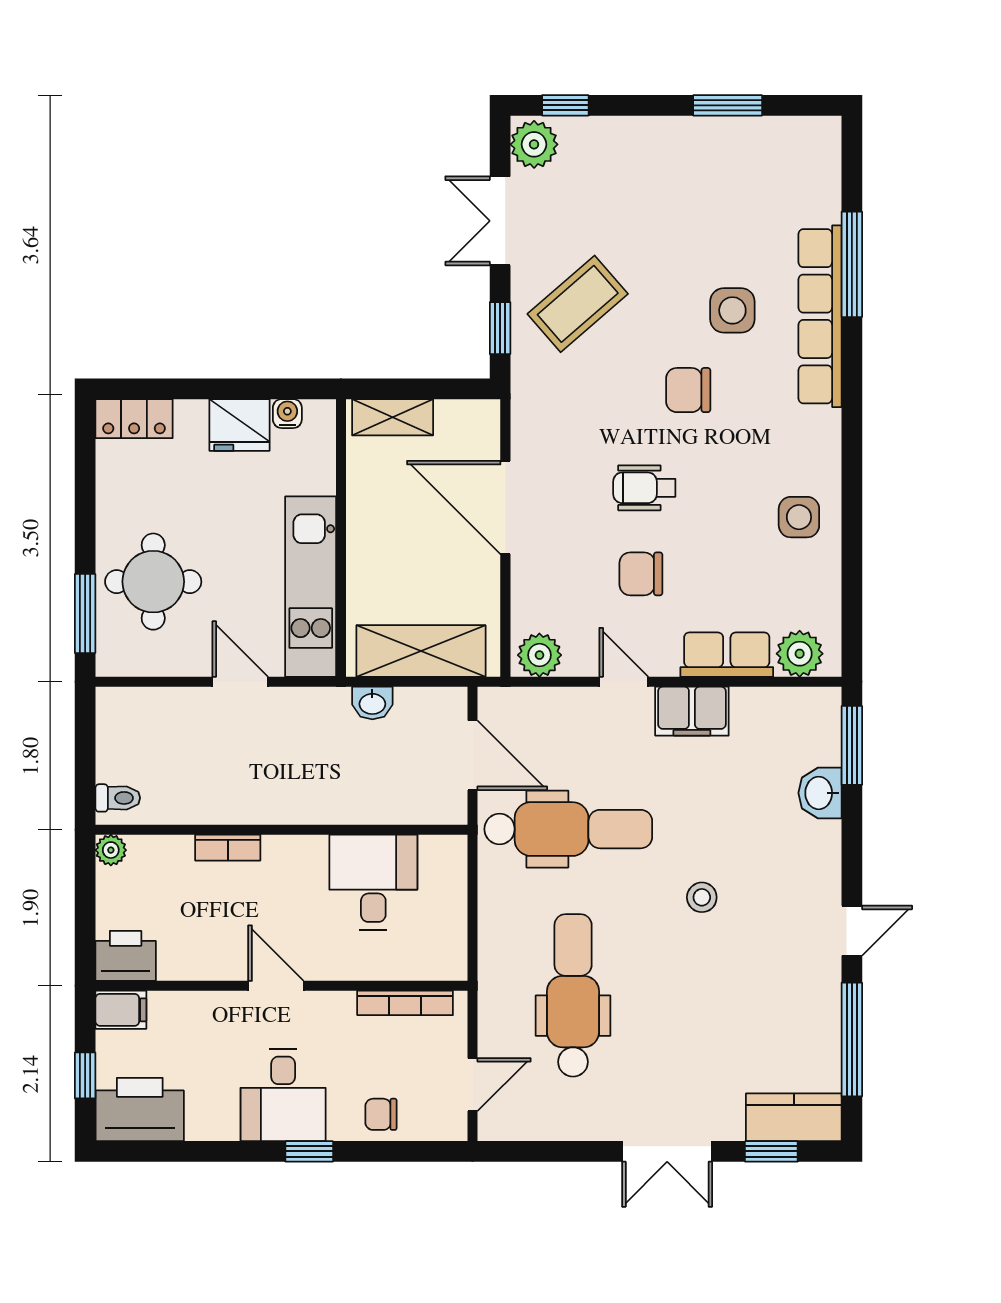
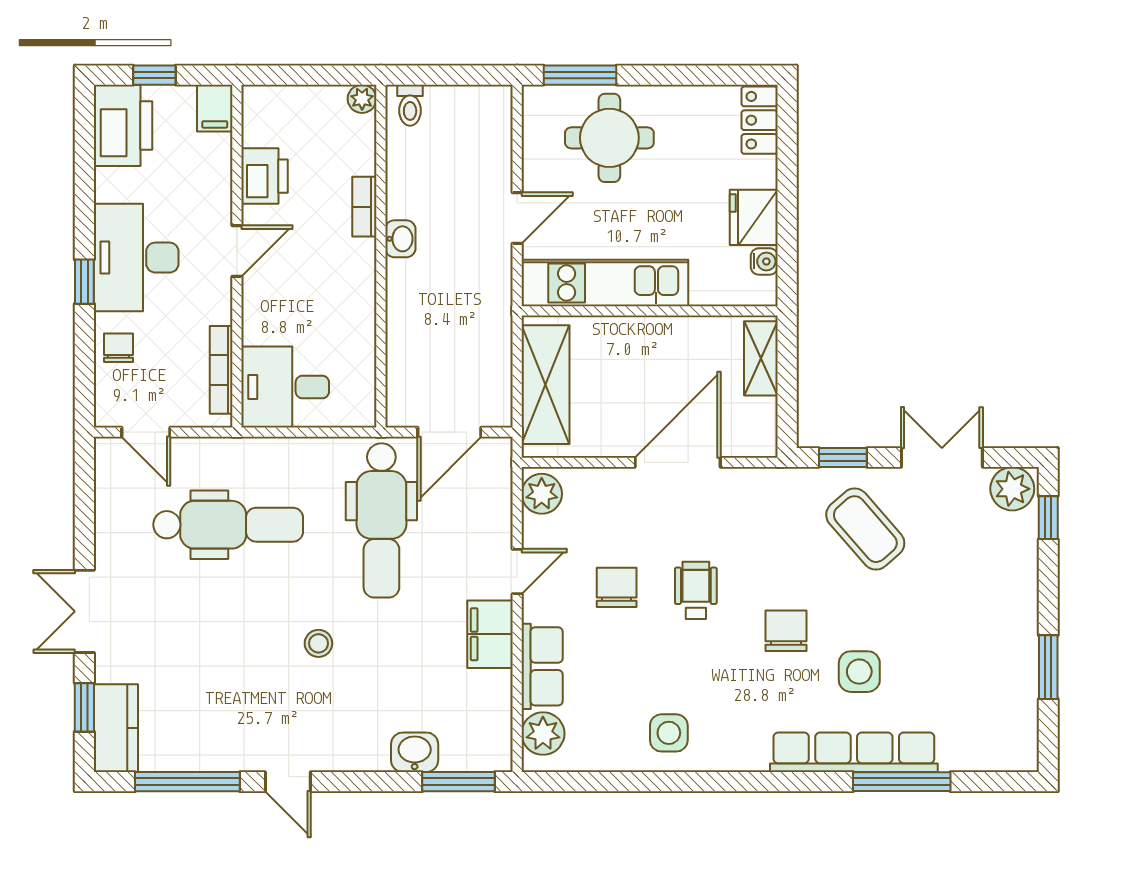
washbasin: (372, 703) -> (400, 239), moved, turned 180
desk: (373, 882) -> (285, 387), moved, turned 180
printer: (126, 956) -> (265, 176), moved
desk: (283, 1095) -> (136, 258), width x1.37

